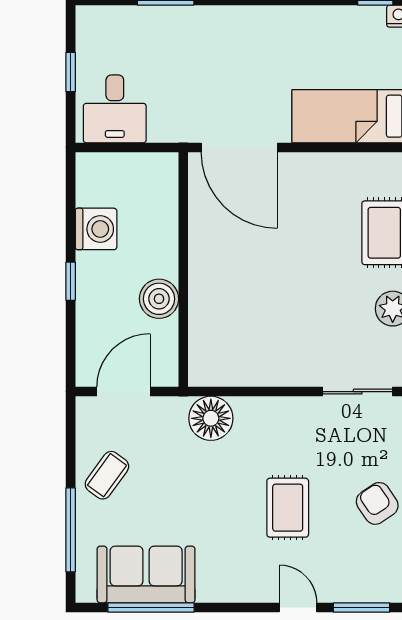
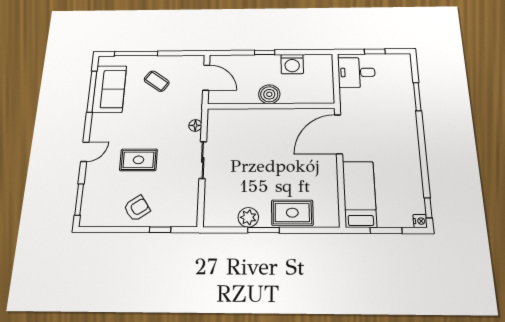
boiler: (159, 299) -> (269, 94), moved
sliding door: (358, 392) -> (203, 160), moved
floor lamp: (211, 418) -> (195, 125), width x0.53, depth x0.53
coffee table: (107, 475) -> (157, 81), moved
door: (298, 607) -> (85, 152), moved

